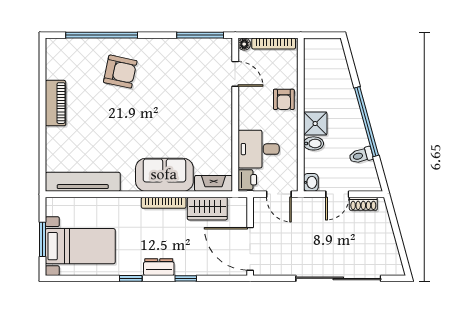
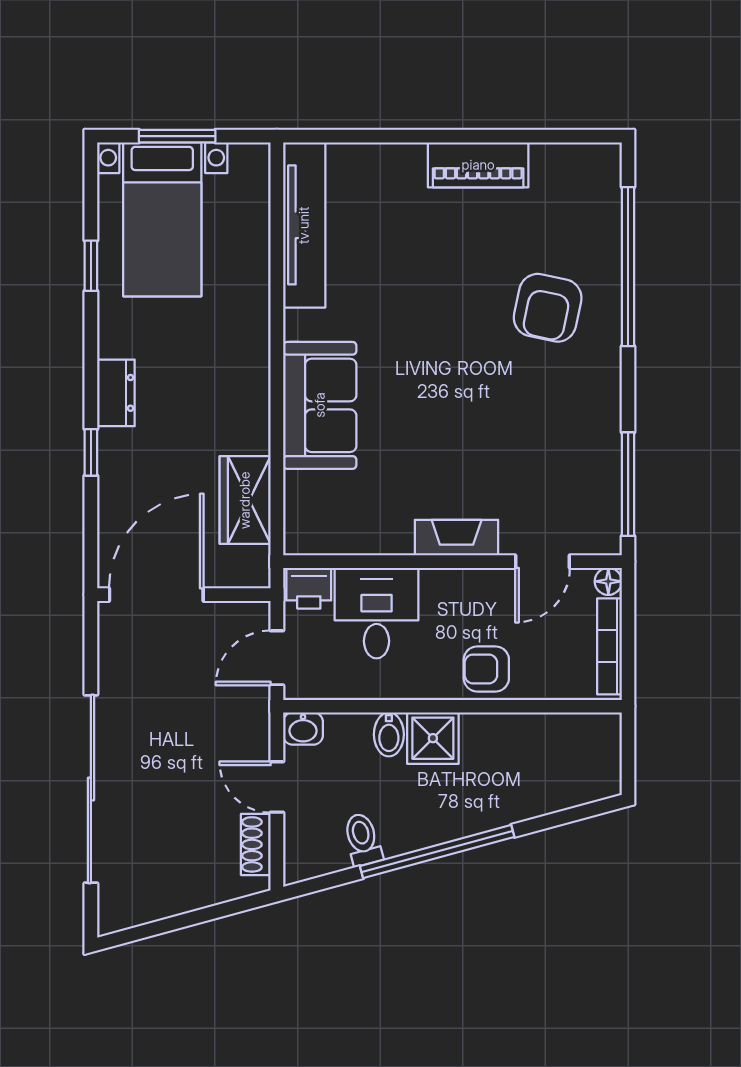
fireplace: (214, 183) -> (457, 538), moved, turned -90
bookcase: (164, 203) -> (258, 404), removed
window: (131, 278) -> (91, 266), moved

